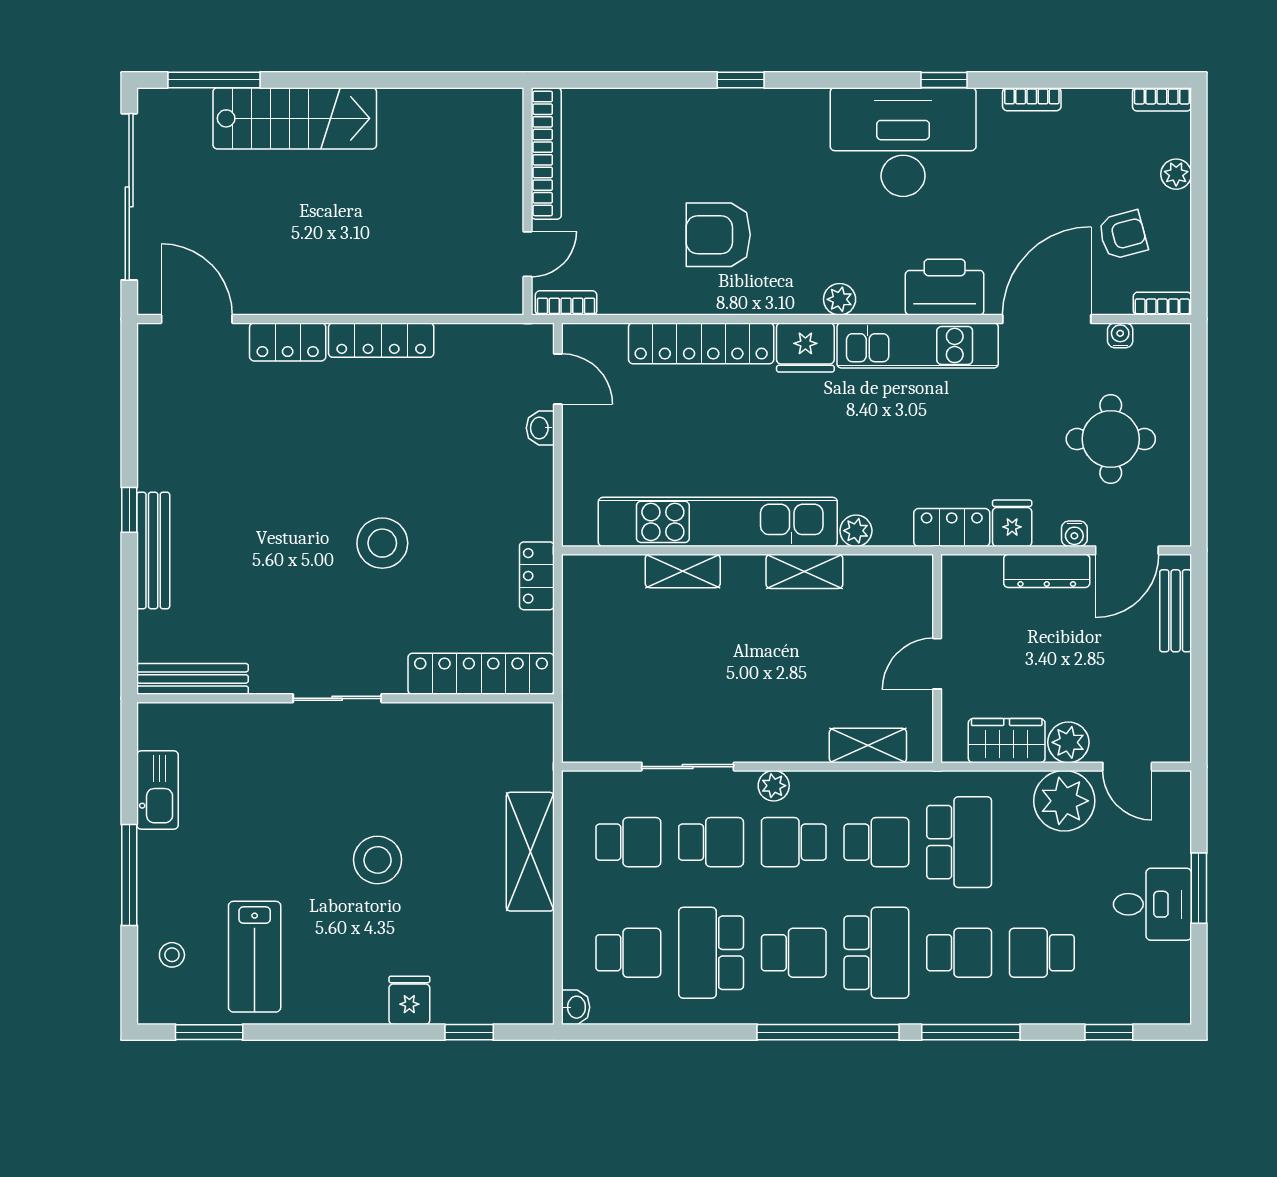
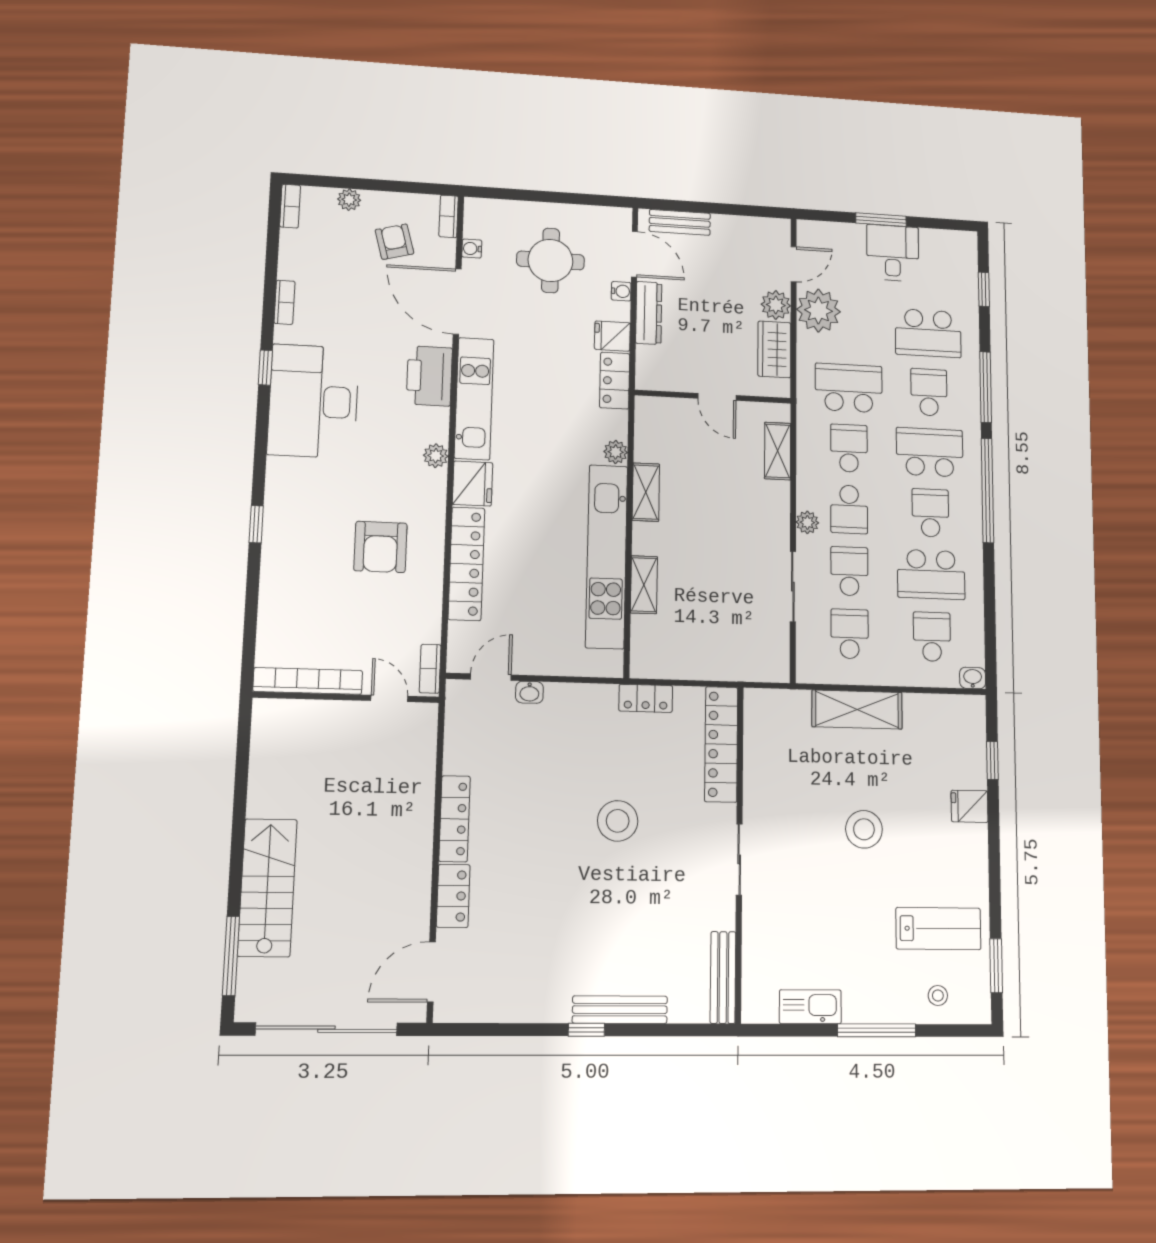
school desk: (1042, 953) -> (928, 333), width x1.85

